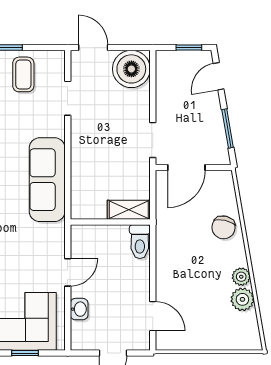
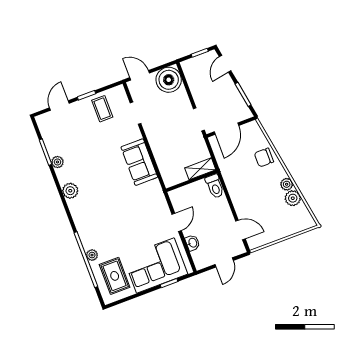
sofa: (47, 180) -> (139, 162), width x0.73
chair: (224, 227) -> (264, 157), turned 77

